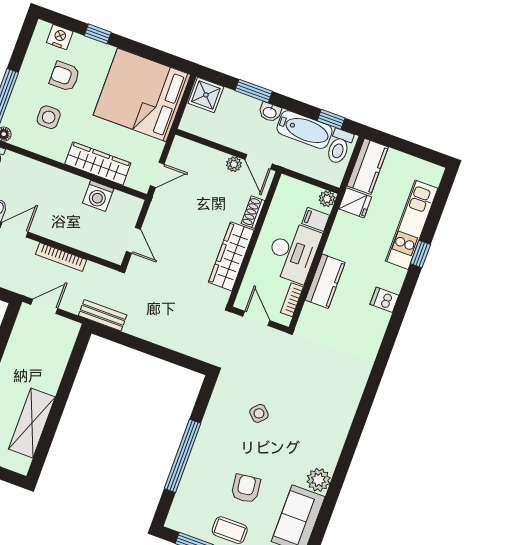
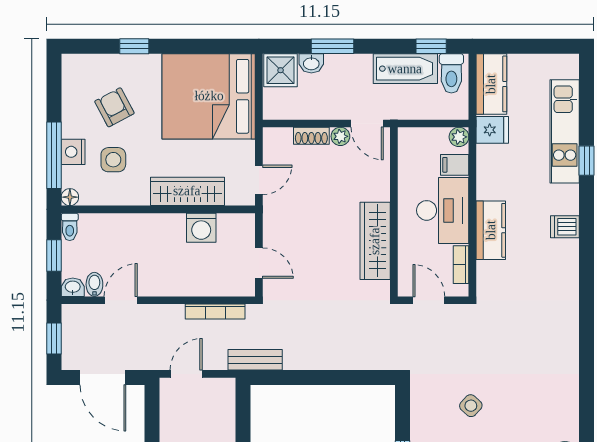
nightstand: (60, 37) -> (73, 152), moved, turned -90
armchair: (65, 76) -> (114, 107), turned 62
washbasin: (270, 112) -> (311, 63), moved
shoe rack: (253, 212) -> (311, 136), moved, turned -90
bookcase: (61, 257) -> (215, 312), moved

